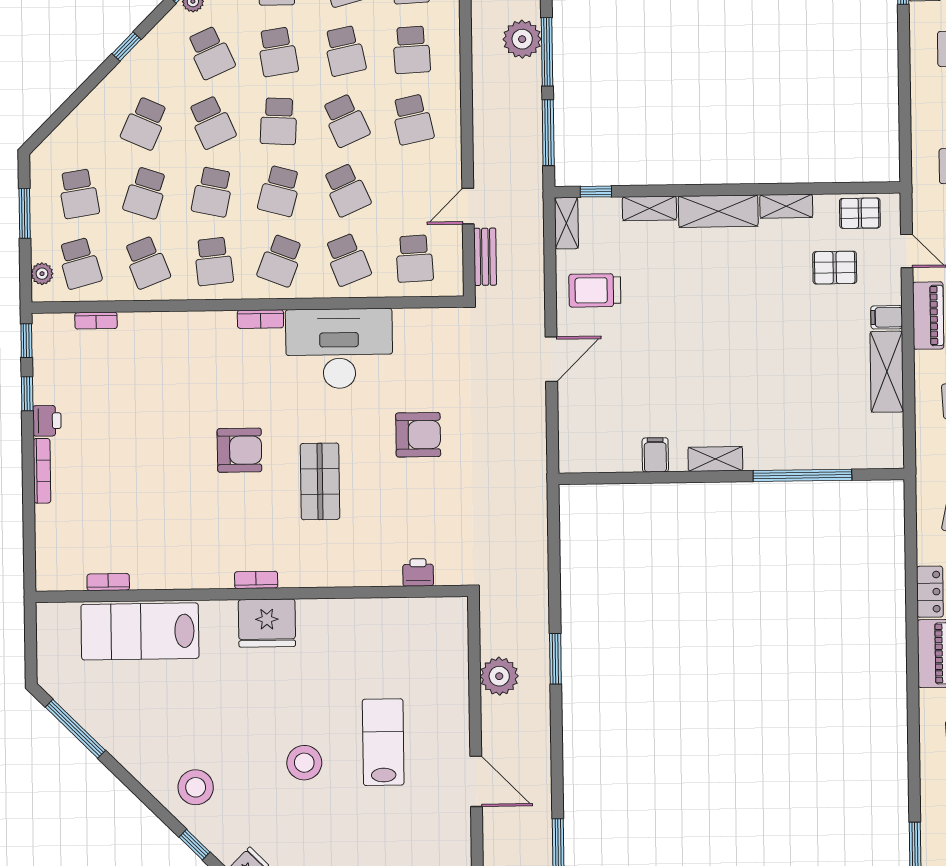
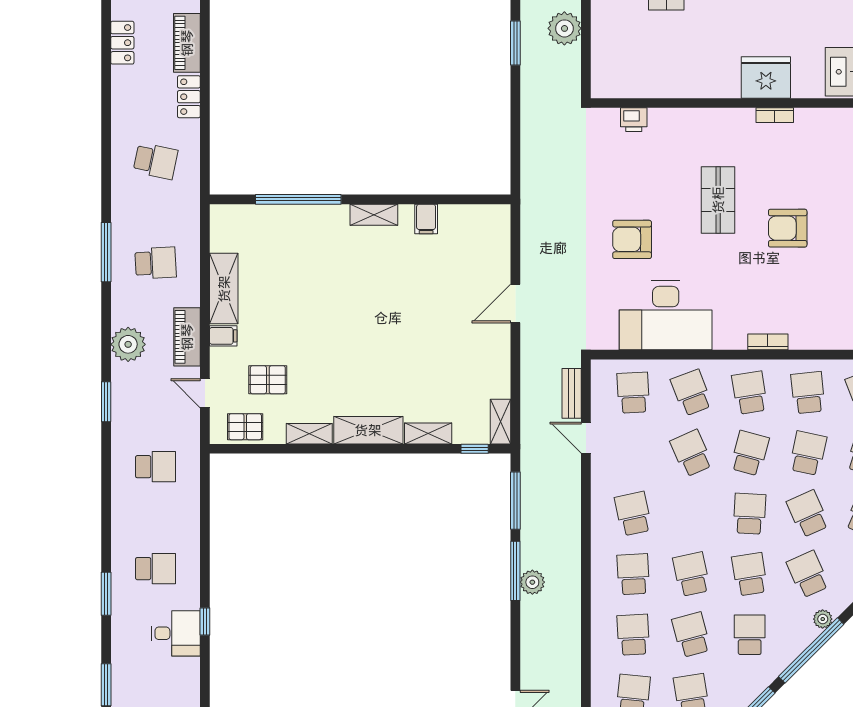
plant: (522, 39) -> (532, 582), width x0.73, depth x0.73
school desk: (346, 120) -> (691, 514), removed
door: (468, 206) -> (586, 438), swing flipped
school desk: (281, 260) -> (750, 393), turned -30
trolley: (595, 290) -> (477, 363), removed
desk: (339, 349) -> (666, 315), moved

